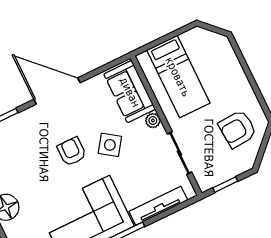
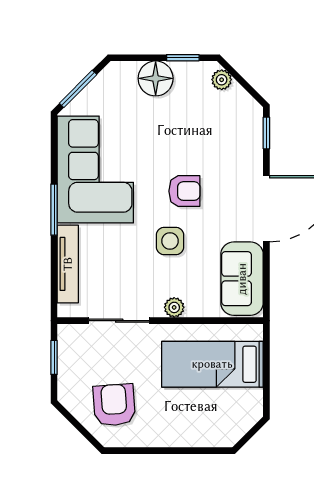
sofa: (130, 92) -> (242, 279), moved, turned -90
side table: (110, 145) -> (170, 241), turned -35

